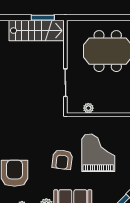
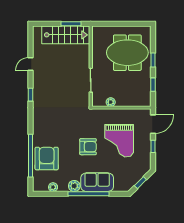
grand piano: (98, 153) -> (119, 141), turned 180
armchair: (62, 160) -> (88, 147), turned -97

